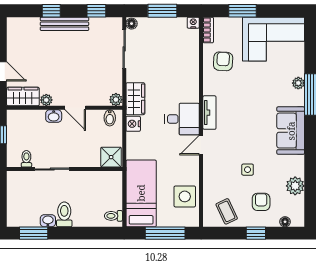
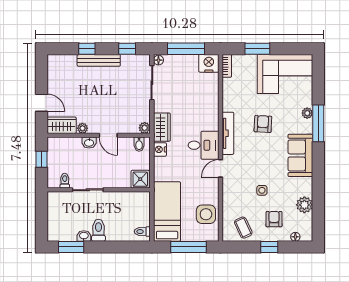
window: (162, 11) -> (186, 49), width x1.44
nightstand: (193, 23) -> (209, 63), width x1.89, depth x1.79
armchair: (223, 61) -> (263, 124), moved
tv unit: (209, 113) -> (228, 133), width x1.41

